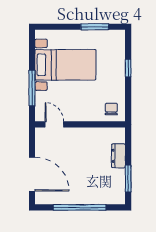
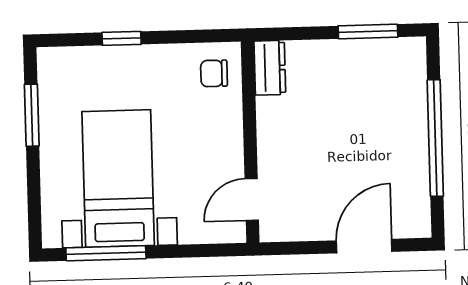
window: (32, 88) -> (106, 253), moved
dresser: (118, 156) -> (270, 68), moved, turned -90
door: (32, 174) -> (364, 246), width x0.73

